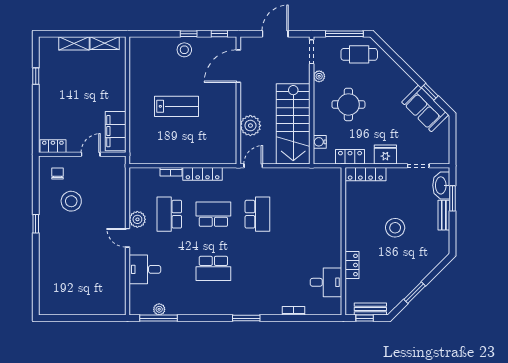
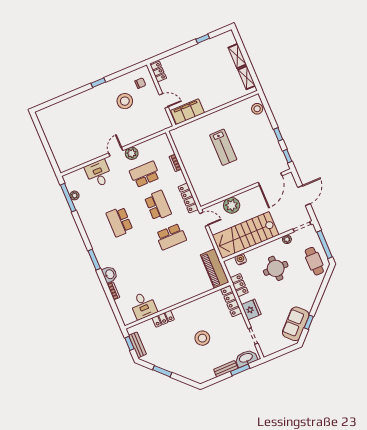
door: (275, 34) -> (304, 195), hinge flipped
stool: (184, 50) -> (257, 109), moved
door: (238, 66) -> (270, 179), swing flipped
locker: (203, 174) -> (188, 198), moved
piano: (318, 178) -> (215, 269), added
washbasin: (272, 307) -> (110, 274), added

